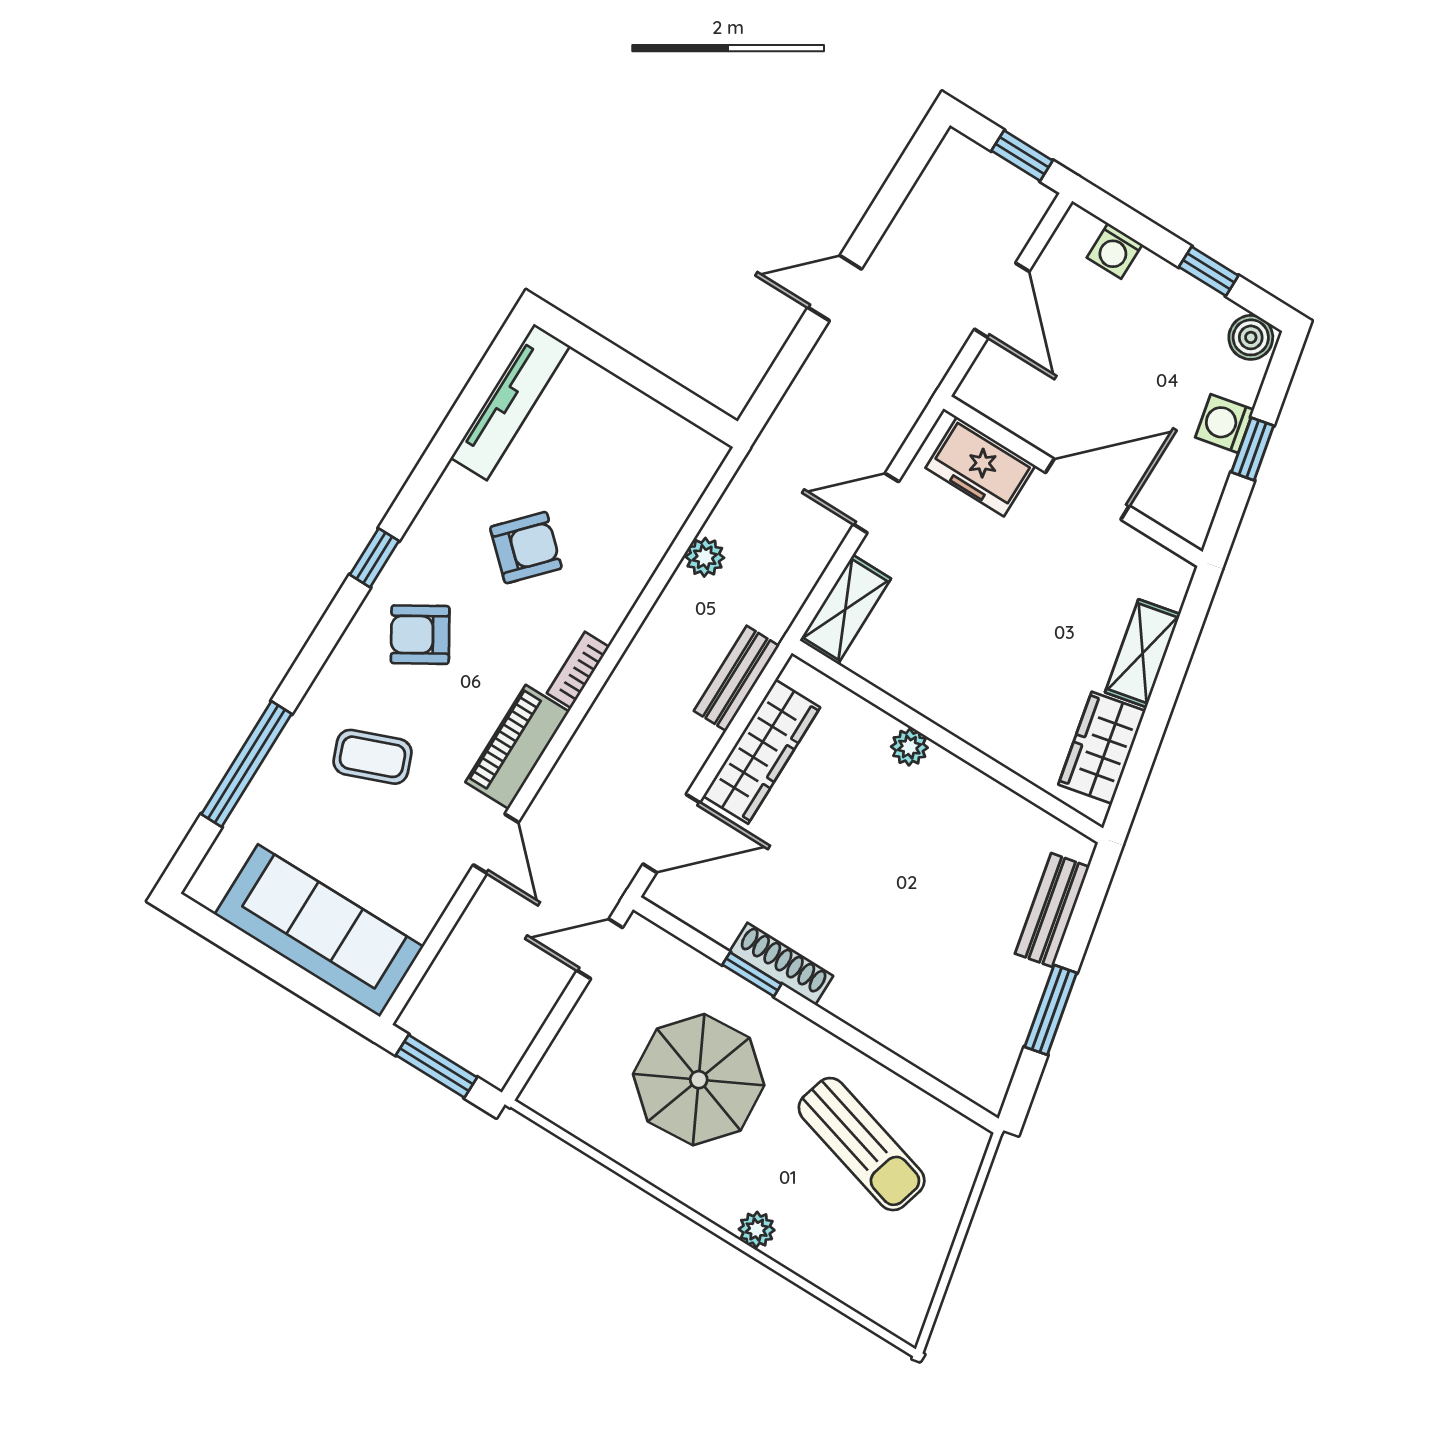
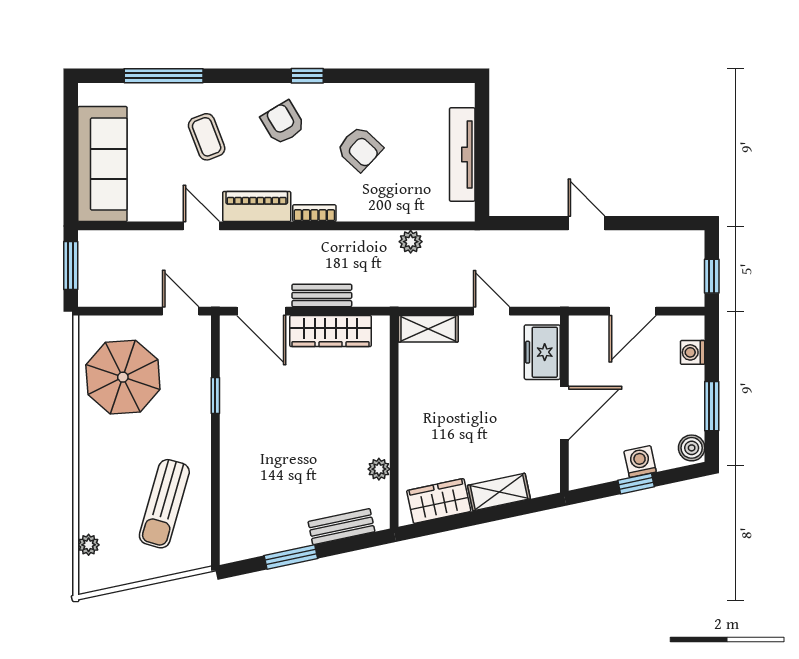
window: (1209, 271) -> (712, 406), width x1.50
tv unit: (510, 402) -> (462, 154), moved, turned 90
door: (1087, 489) -> (564, 413), hinge flipped
bench: (736, 678) -> (322, 295), moved
plant: (909, 747) -> (379, 469), moved
door: (496, 844) -> (201, 226), swing flipped
shoe rack: (781, 964) -> (230, 407), removed
parasol: (699, 1080) -> (123, 377), moved
plant: (757, 1230) -> (89, 545), moved

